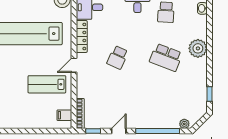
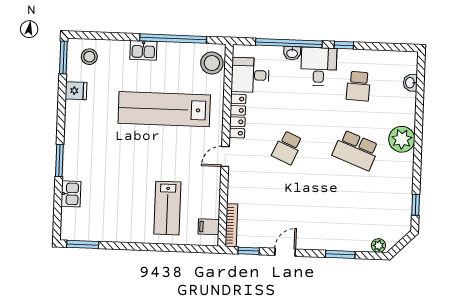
lab bench: (47, 84) -> (167, 208), moved, turned -90
window: (158, 131) -> (340, 254), width x0.47

